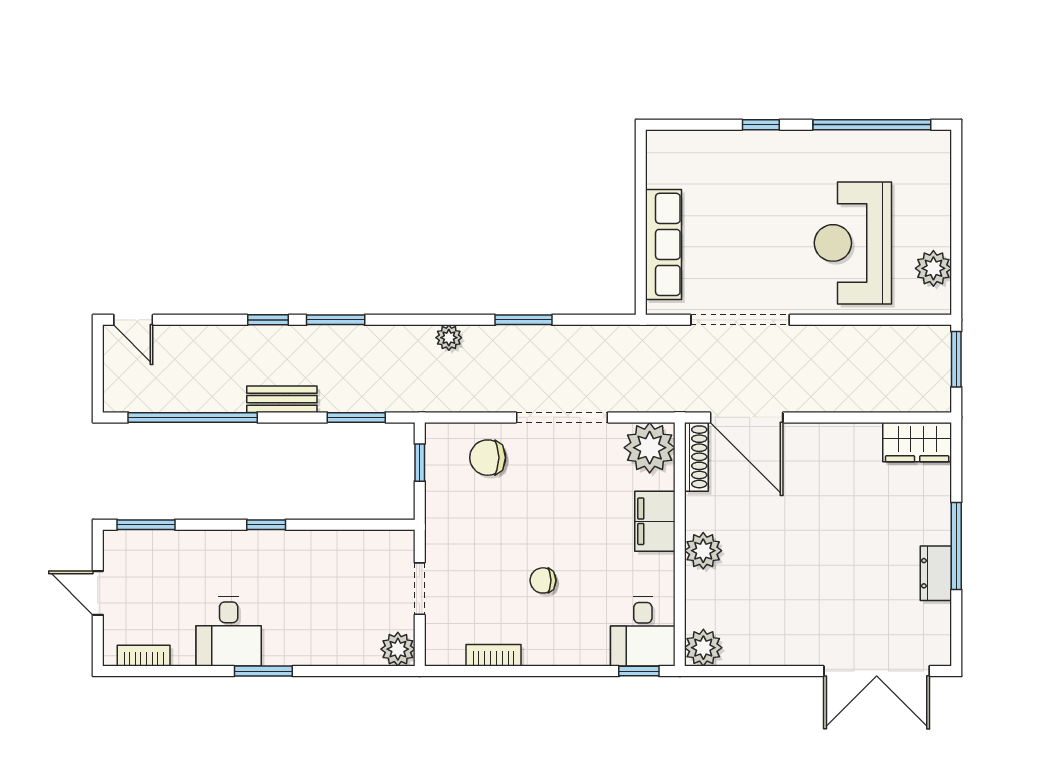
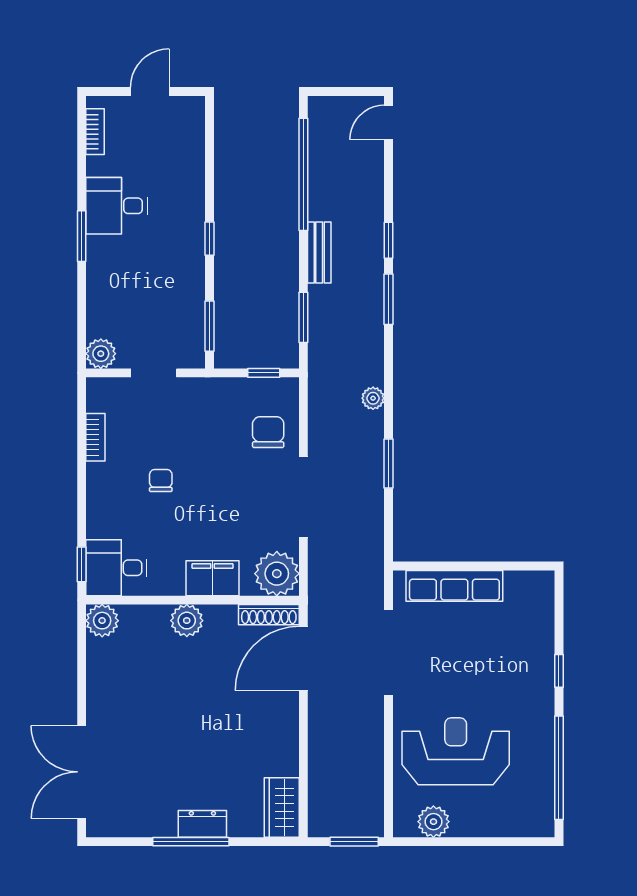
window: (146, 525) -> (210, 326), moved
dresser: (936, 573) -> (202, 824), moved

